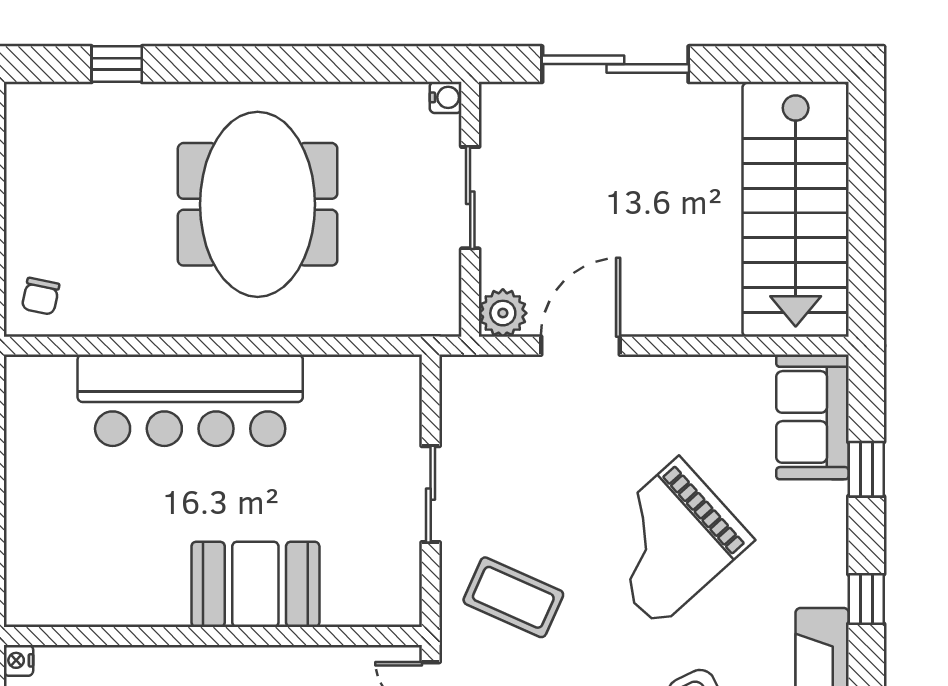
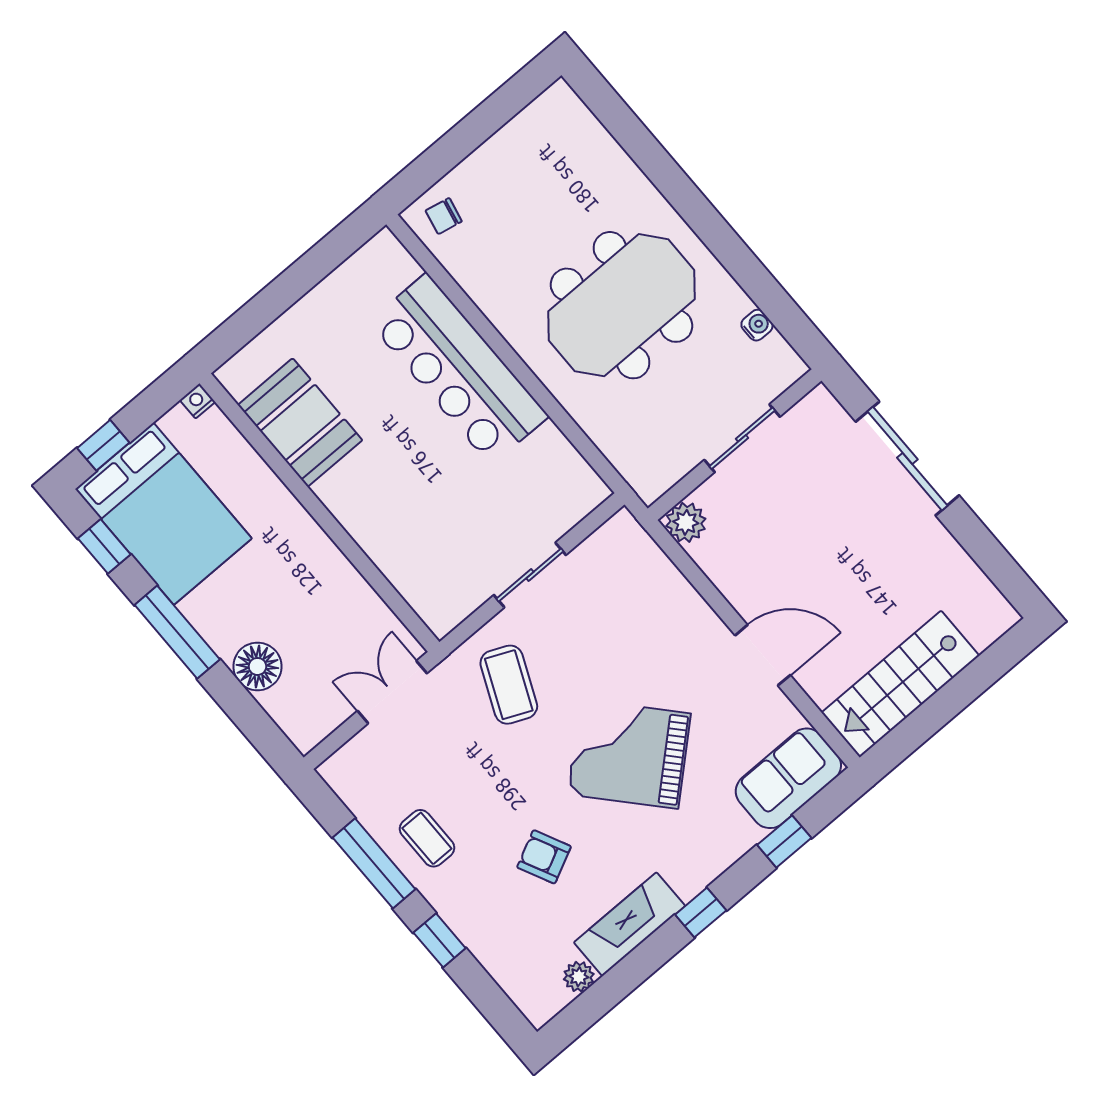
window: (117, 64) -> (635, 138), removed
water cooler: (446, 97) -> (757, 325), moved, turned -90
stairs: (796, 210) -> (900, 684), width x0.73, depth x0.66
door: (581, 346) -> (763, 655), moved
booth: (255, 584) -> (300, 423), moved

